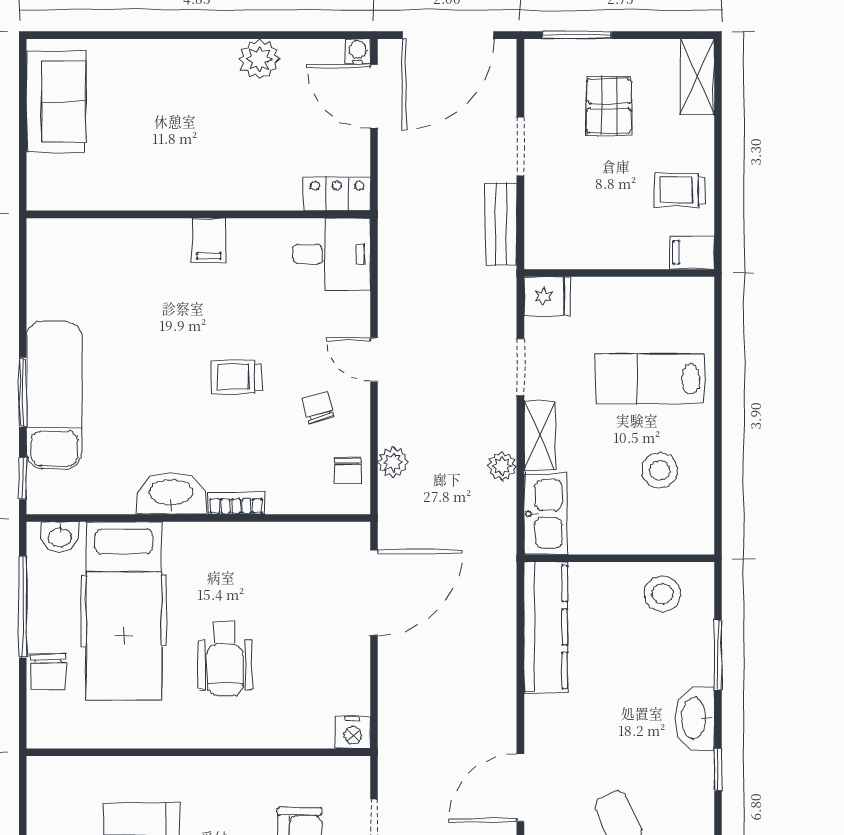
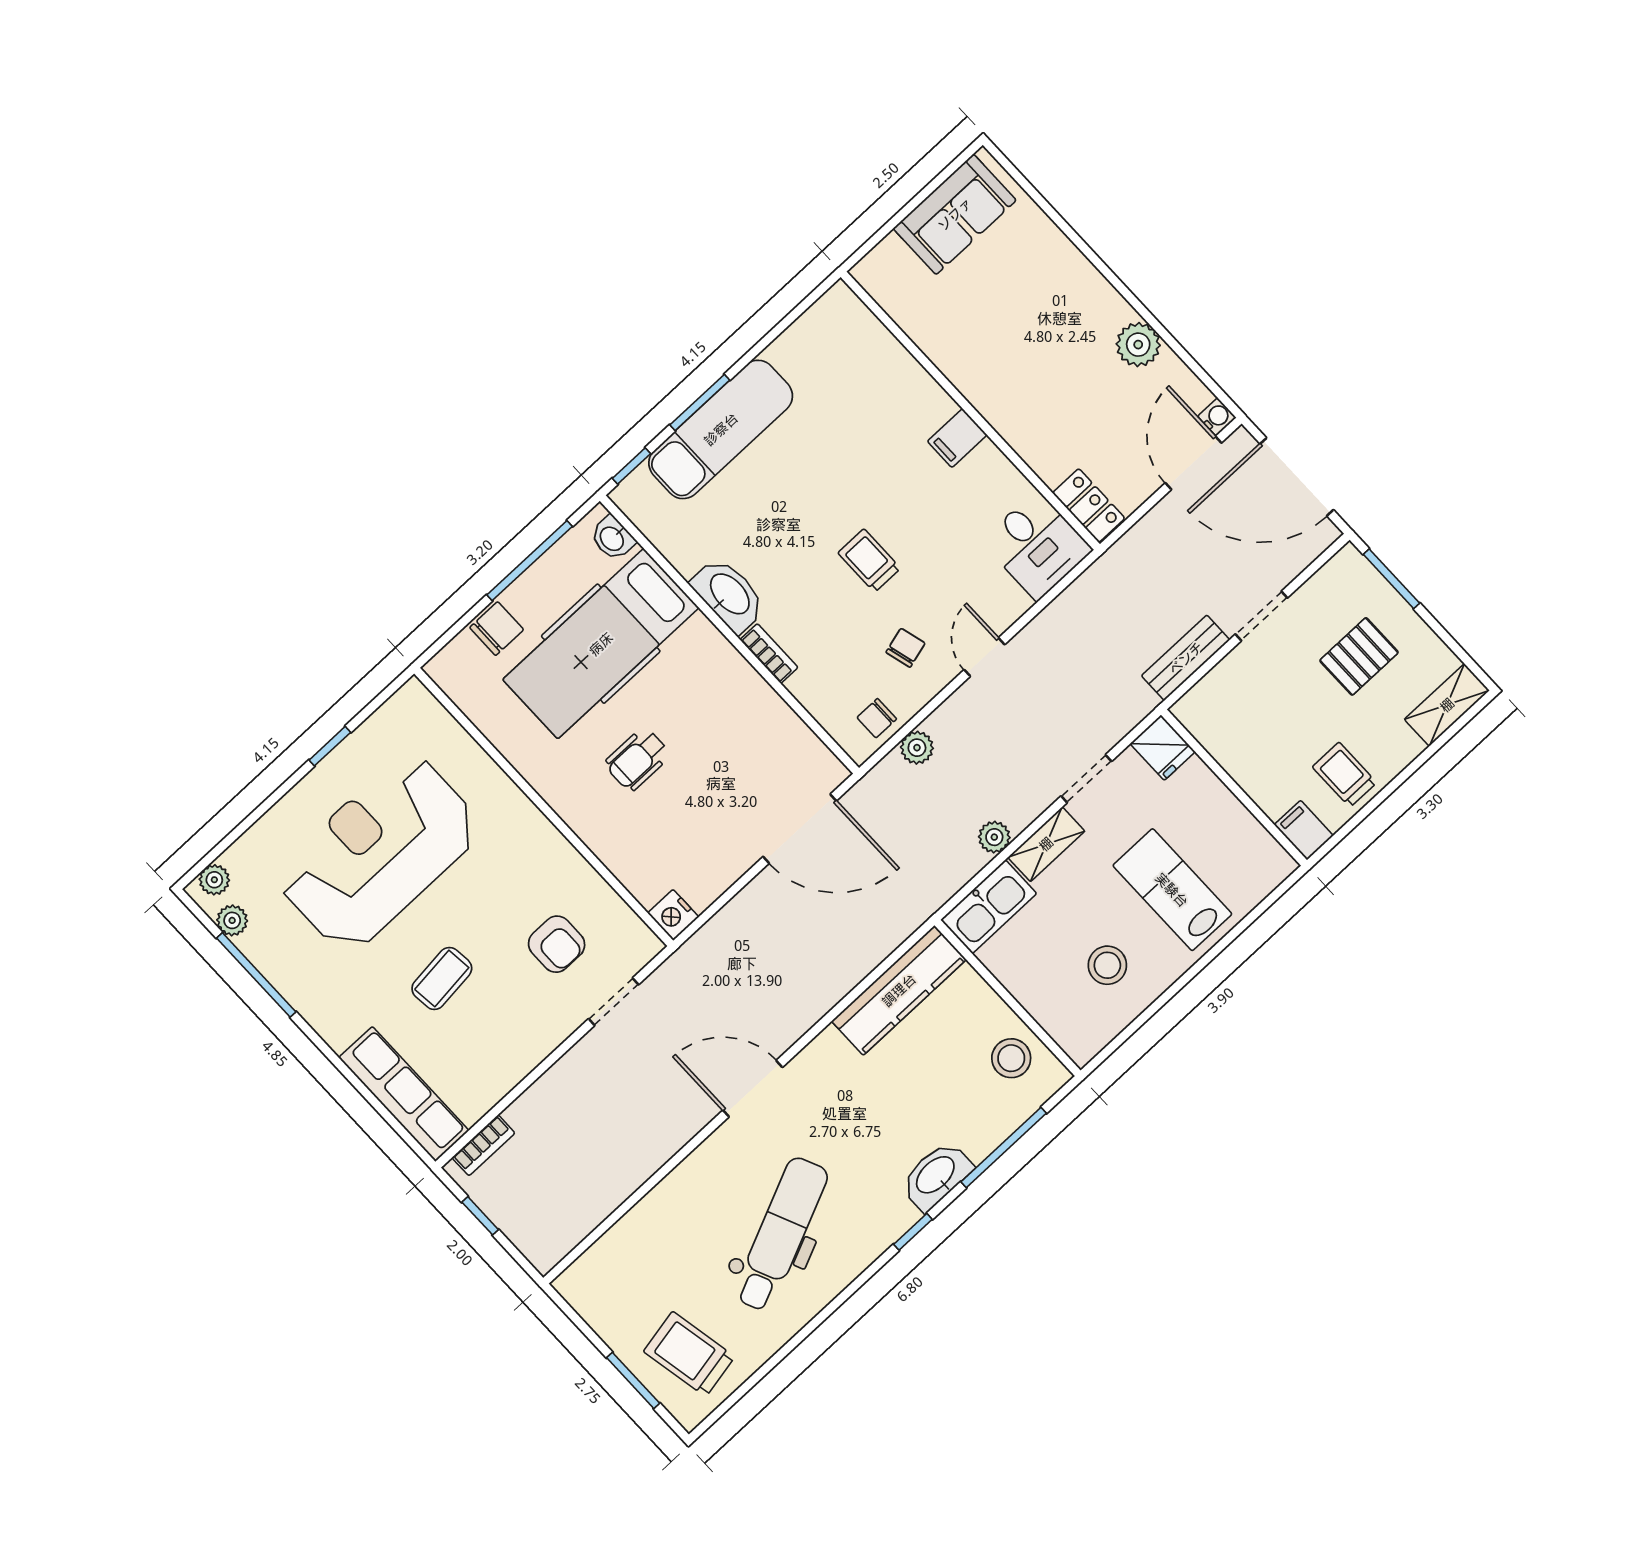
window: (718, 655) -> (1004, 1147), width x1.44
wheelchair: (225, 659) -> (637, 759), width x0.73, depth x0.73
chair: (48, 672) -> (497, 629), turned 180

